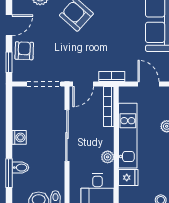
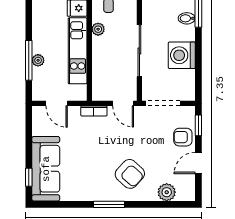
armchair: (24, 51) -> (183, 137), turned 88
door: (83, 84) -> (123, 103), swing flipped
bookcase: (109, 106) -> (97, 80), removed
washing machine: (19, 137) -> (182, 55), width x1.89, depth x1.89

